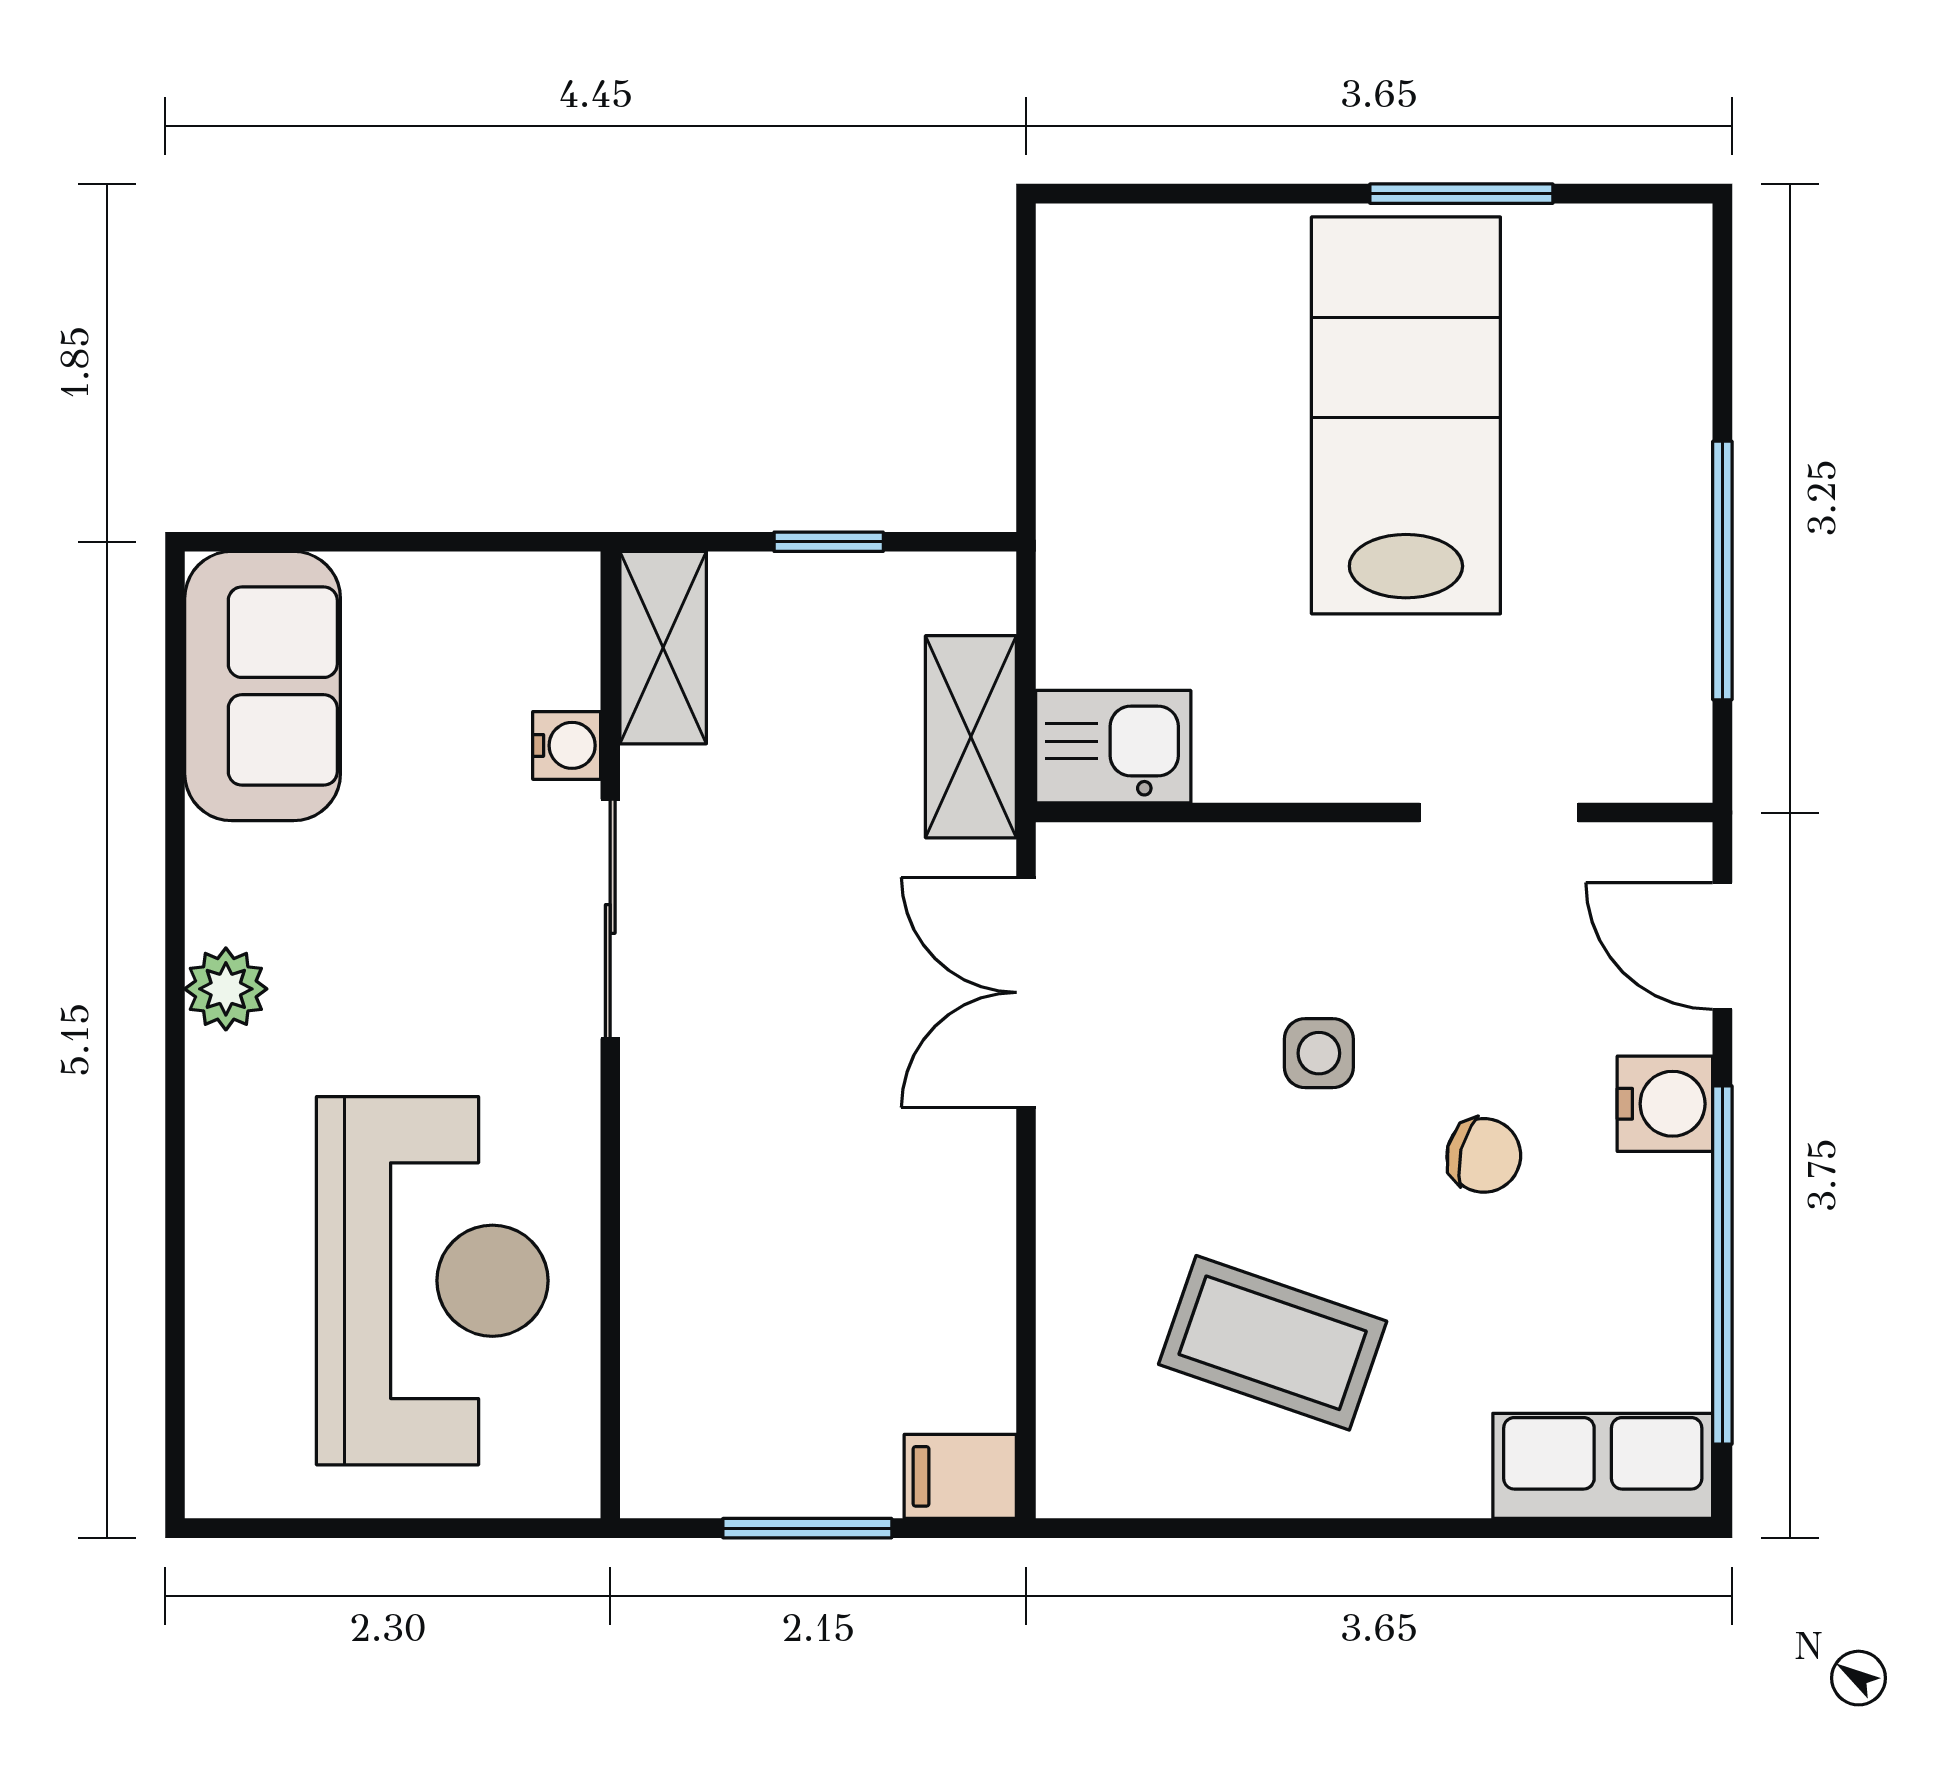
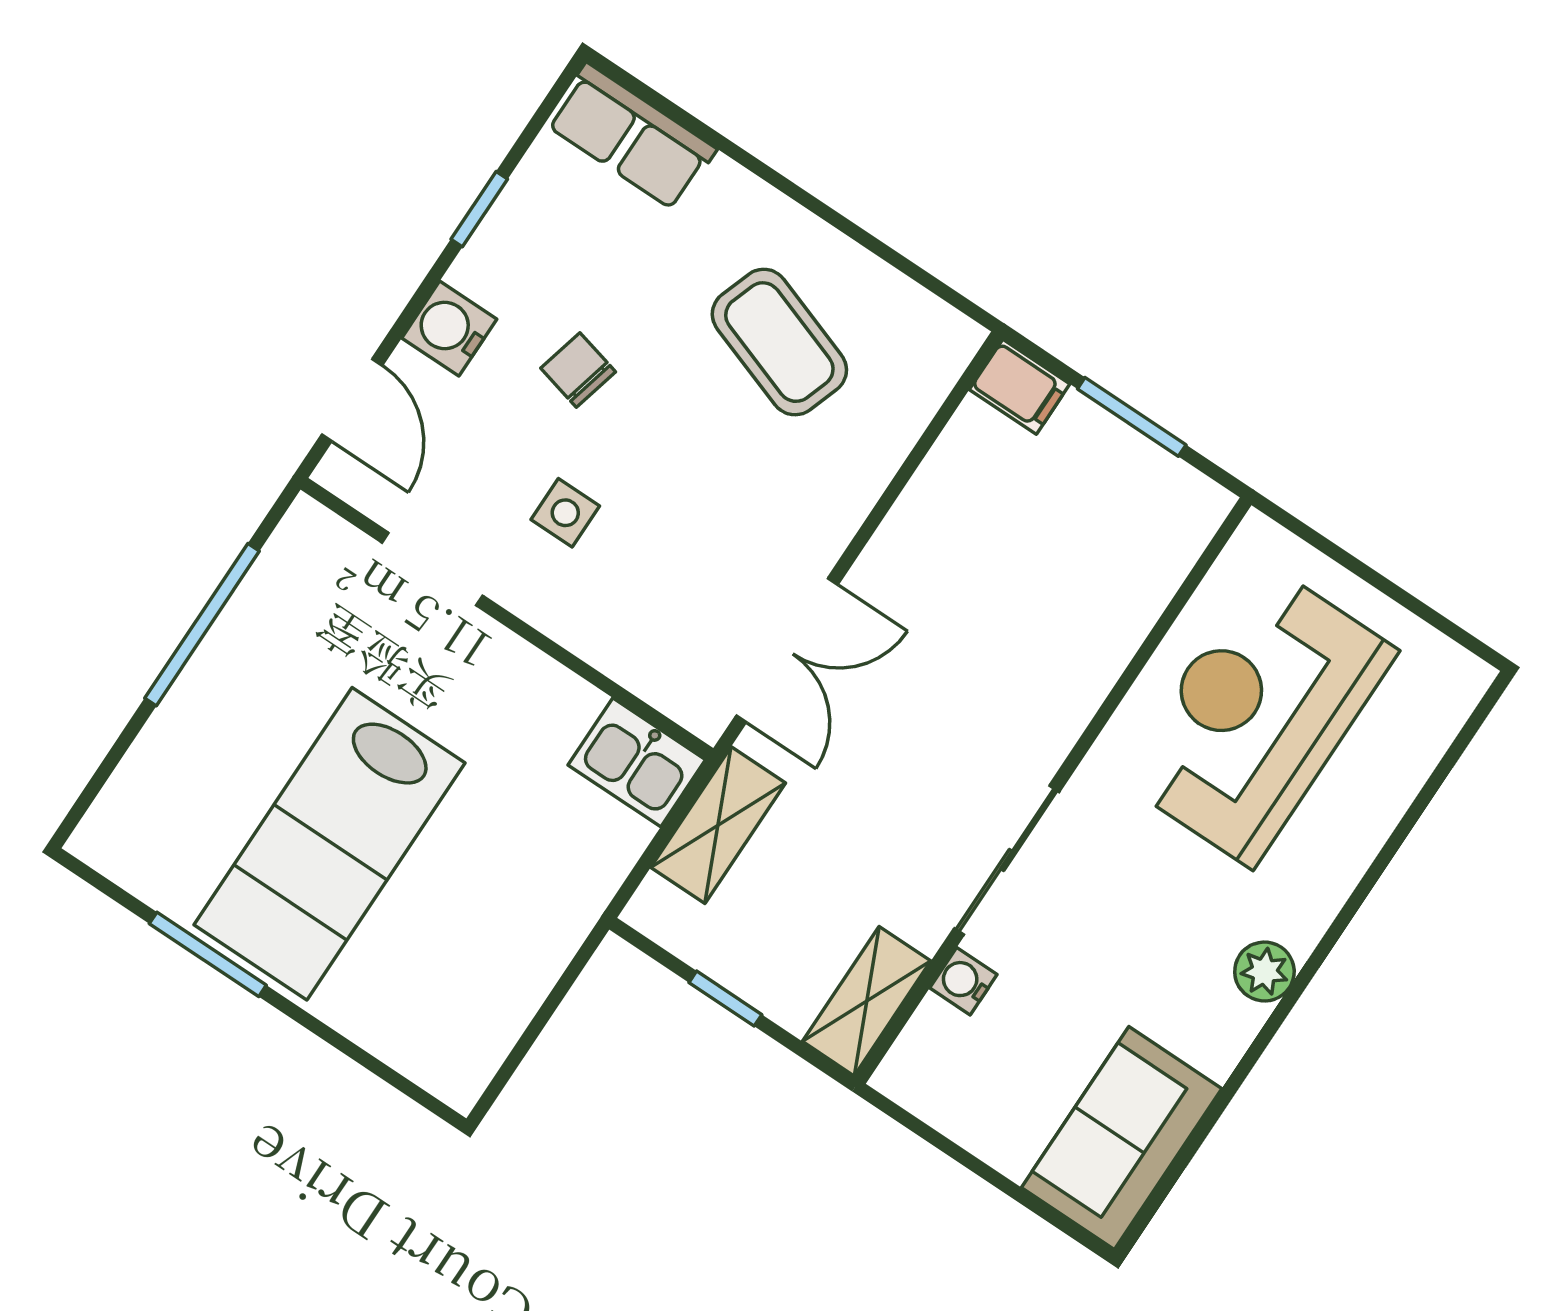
side table: (1319, 1053) -> (565, 513), moved
window: (1722, 1265) -> (479, 209), width x0.32

